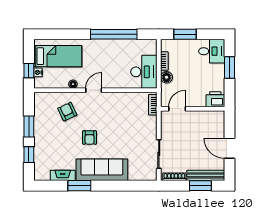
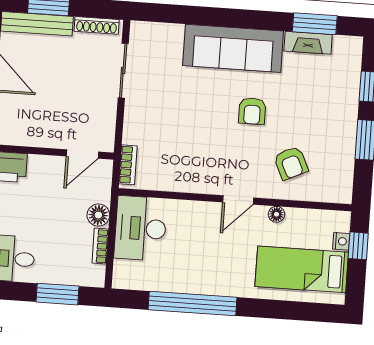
armchair: (90, 138) -> (252, 111), turned 180
window: (79, 186) -> (315, 24), moved

